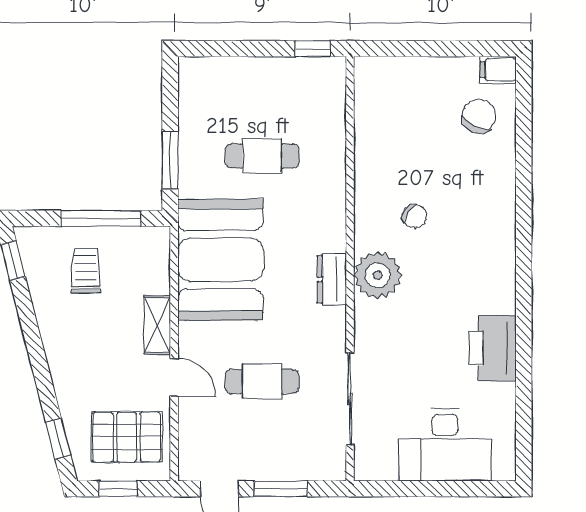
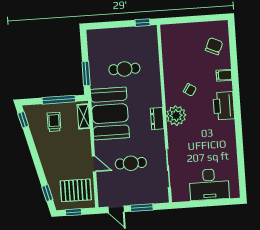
filing cabinet: (498, 70) -> (224, 75), moved
shelving: (157, 325) -> (84, 116), moved
printer: (492, 348) -> (224, 106), moved

